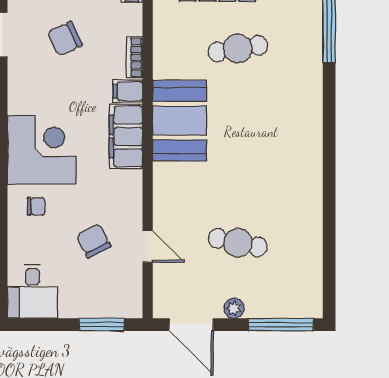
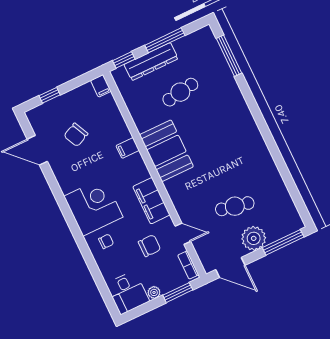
bookcase: (134, 57) -> (188, 265), moved
filing cabinet: (126, 137) -> (151, 201), moved
chair: (94, 241) -> (149, 246), turned 117
plant: (234, 308) -> (254, 238), width x1.88, depth x1.88
plant: (69, 309) -> (154, 292), added

